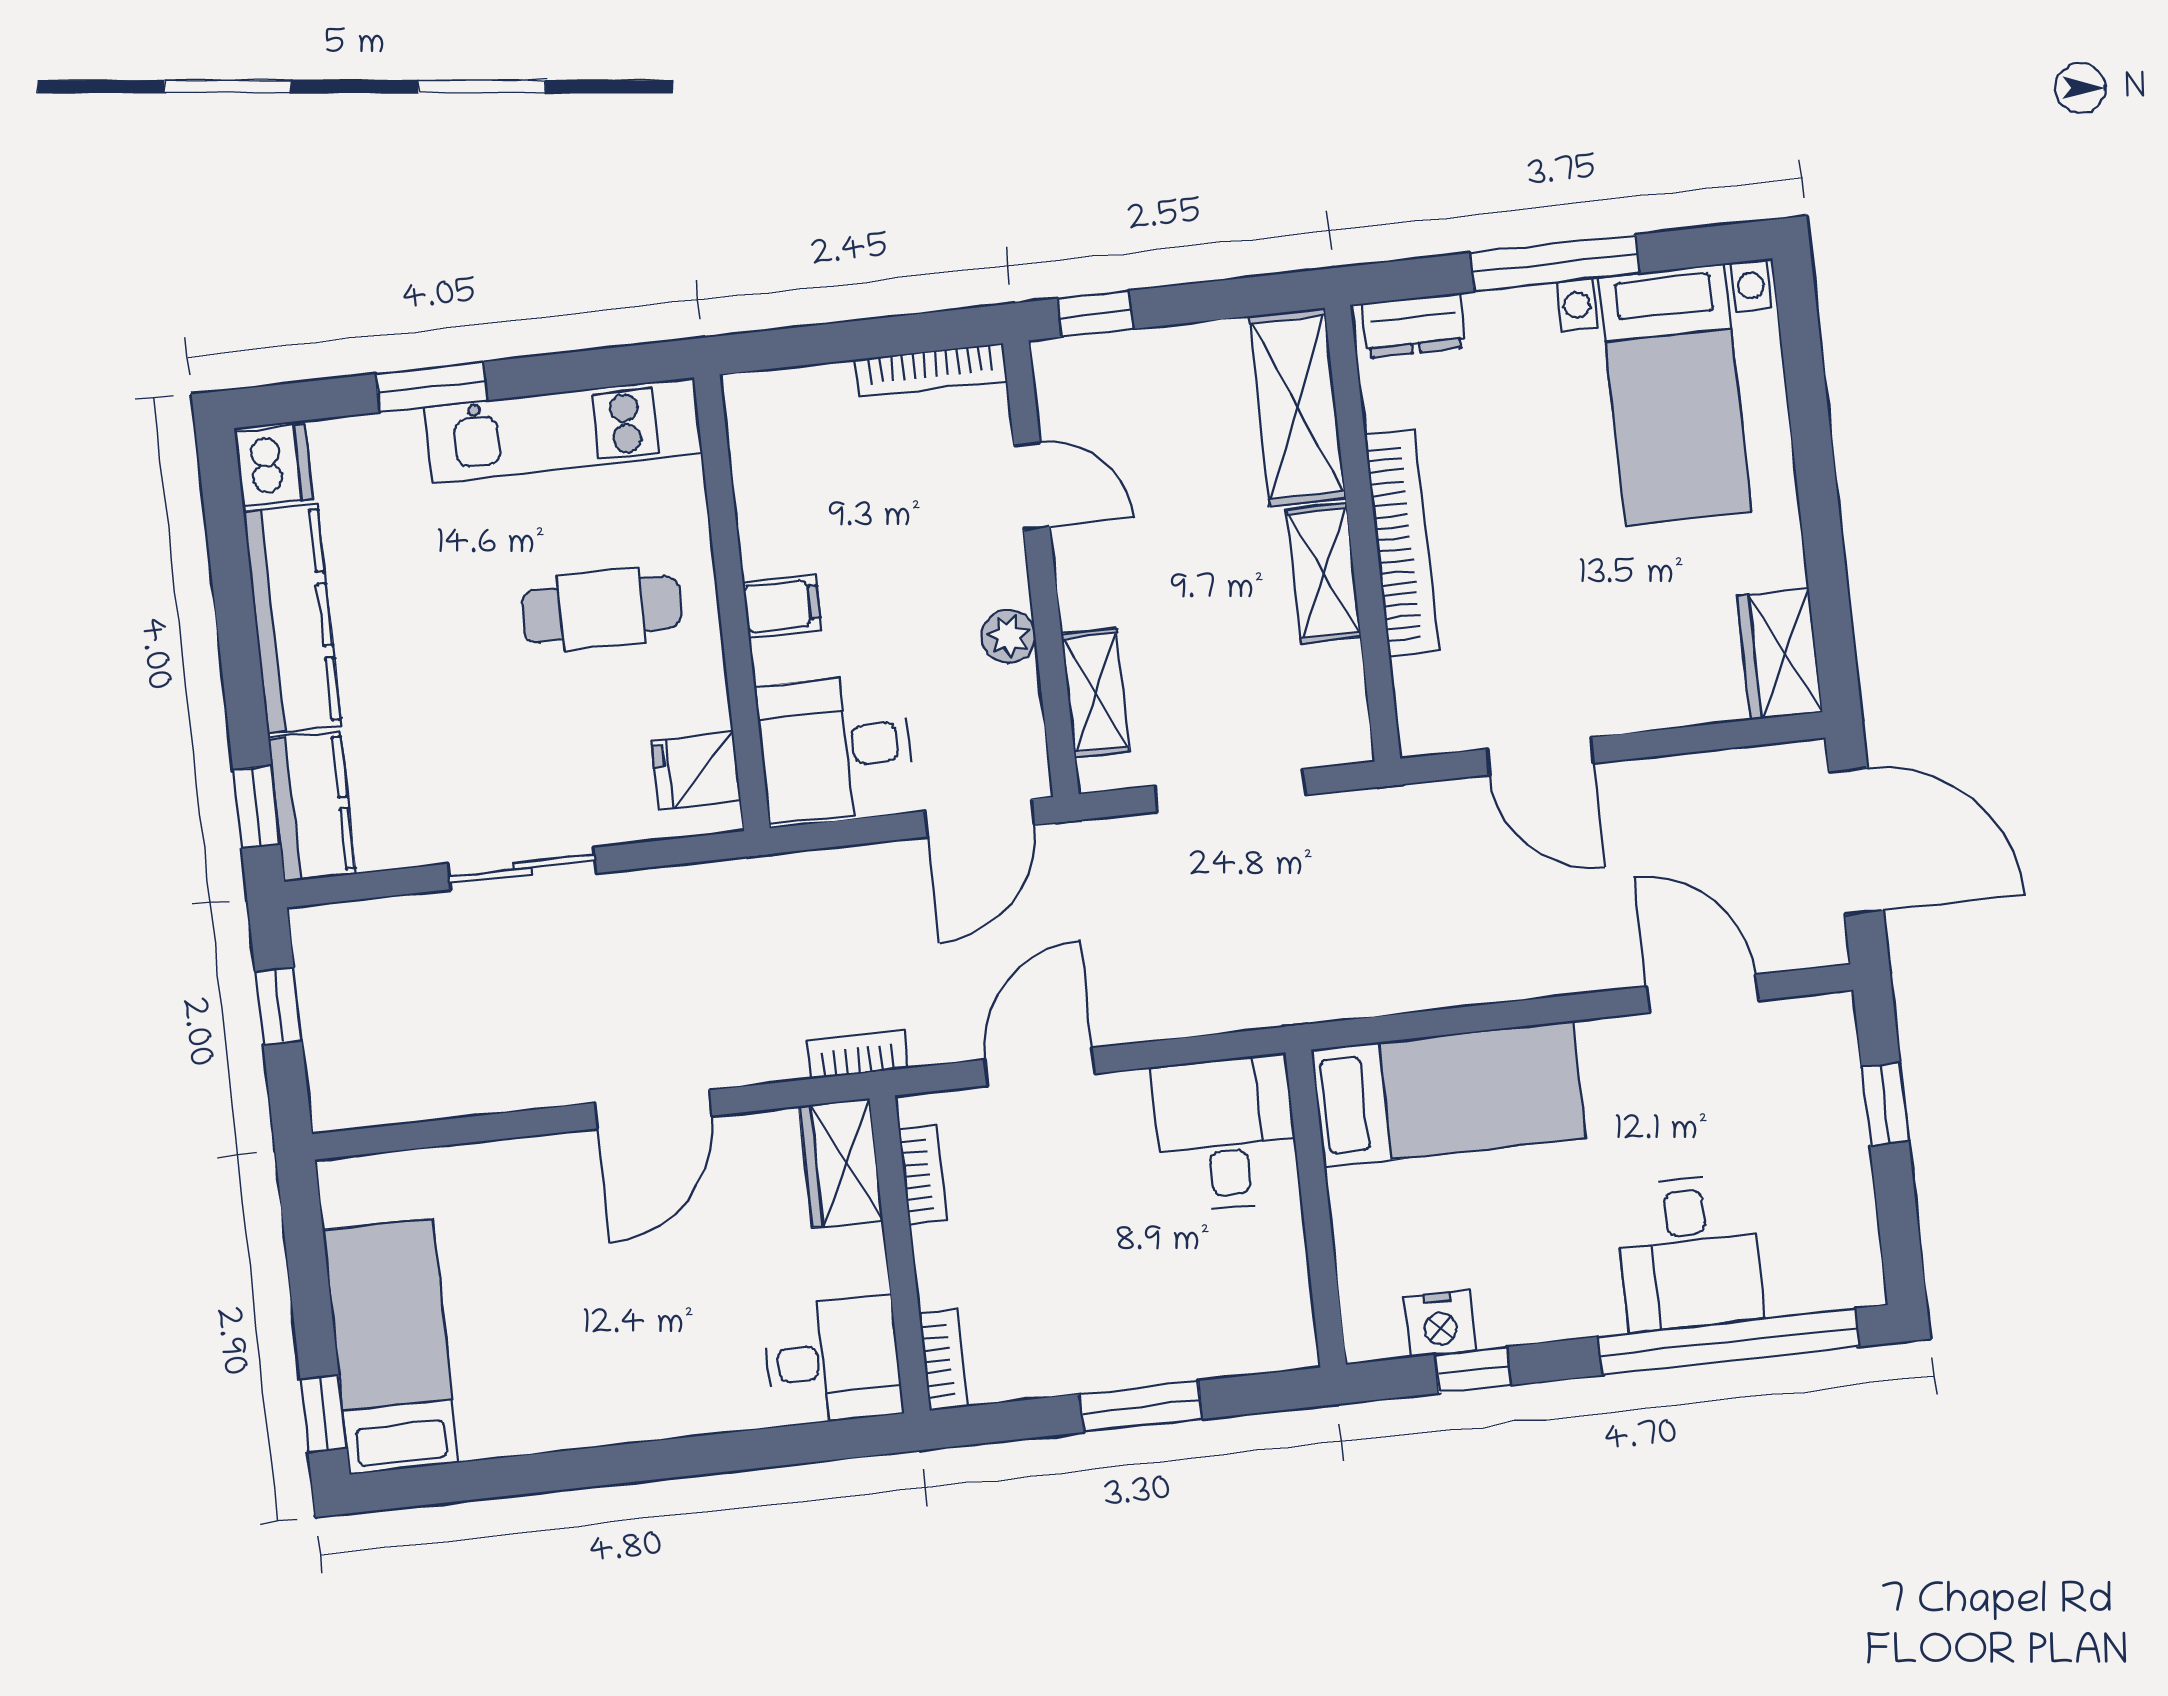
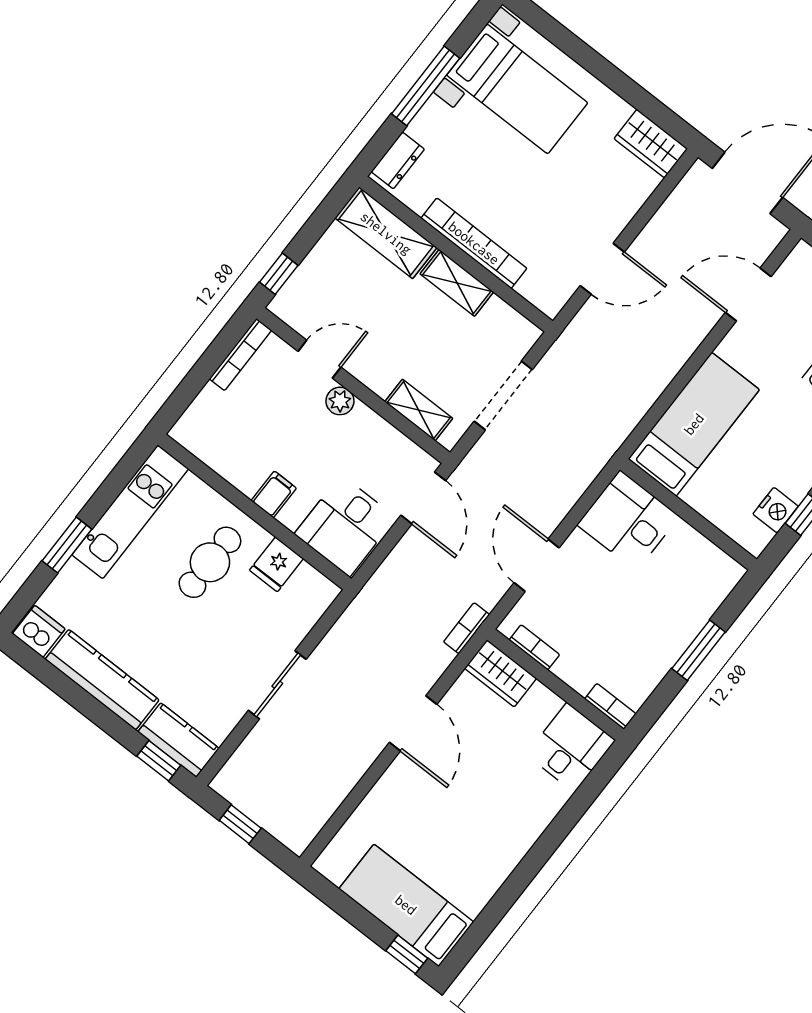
plant: (1009, 636) -> (340, 401), moved
fridge: (696, 771) -> (277, 564), moved

